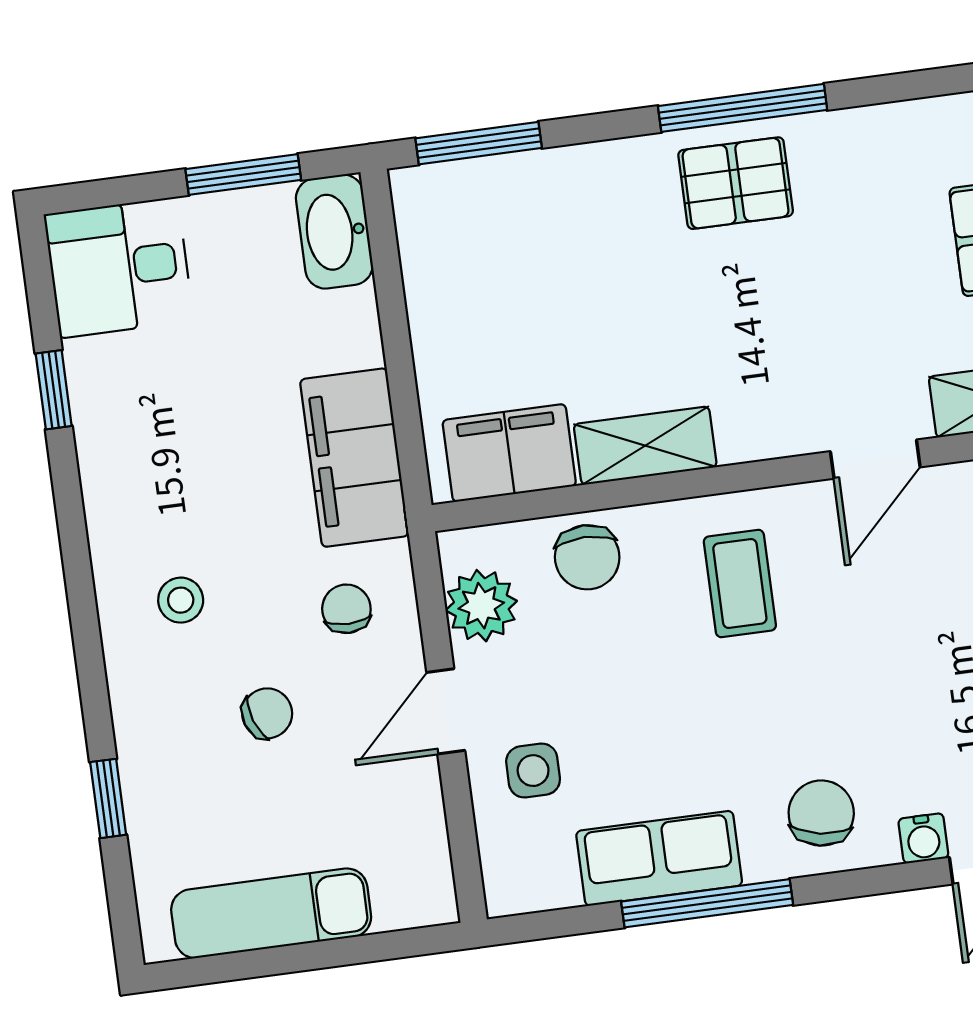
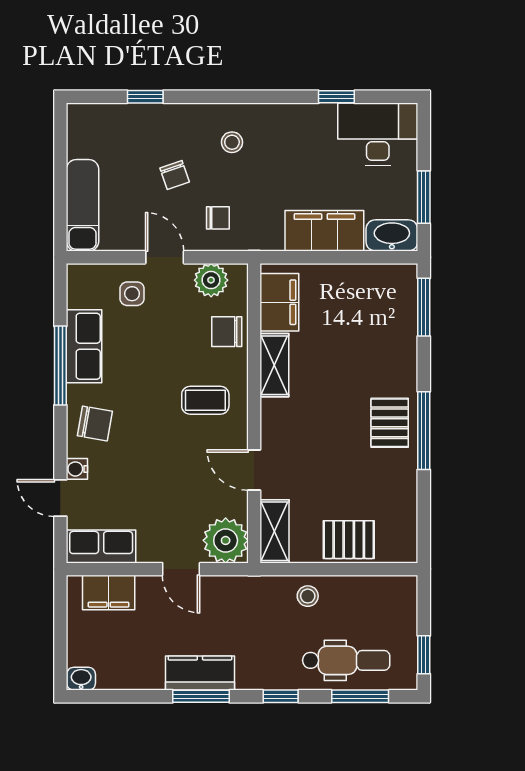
desk: (119, 268) -> (378, 134), width x1.37
filing cabinet: (354, 458) -> (324, 231), moved
exam couch: (271, 913) -> (82, 205), moved

